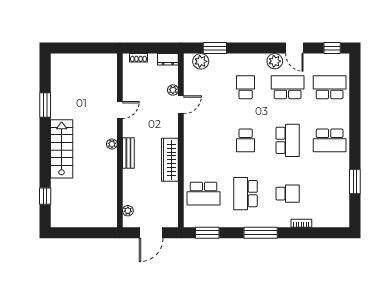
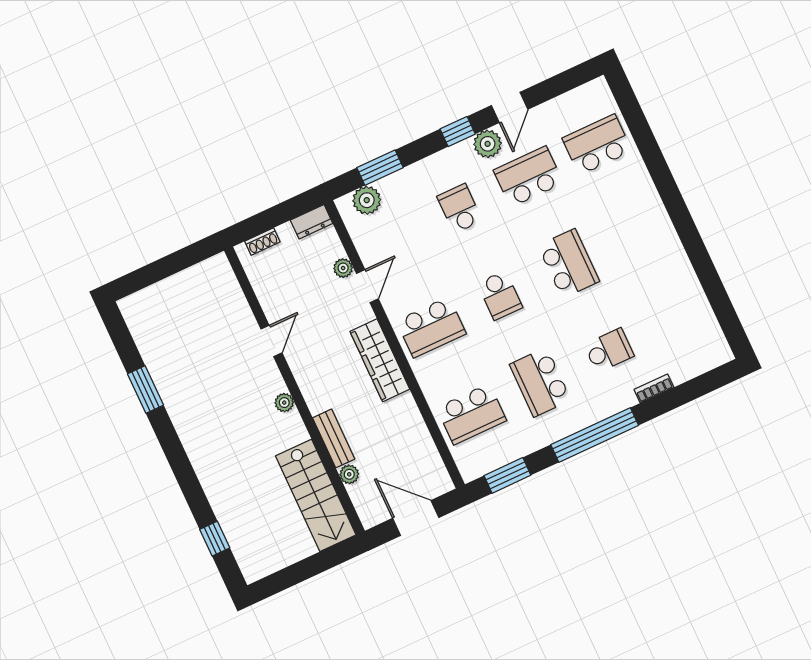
door: (294, 48) -> (510, 107), hinge flipped
window: (332, 48) -> (458, 131), moved
school desk: (330, 140) -> (431, 327), moved
stairs: (62, 149) -> (316, 495), moved, turned 180
bench: (128, 153) -> (334, 438), moved
wardrobe: (170, 160) -> (380, 360), moved
window: (355, 181) -> (710, 280), removed
plant: (128, 211) -> (349, 474), moved
door: (151, 233) -> (416, 518), swing flipped
window: (261, 233) -> (595, 435), width x1.46

